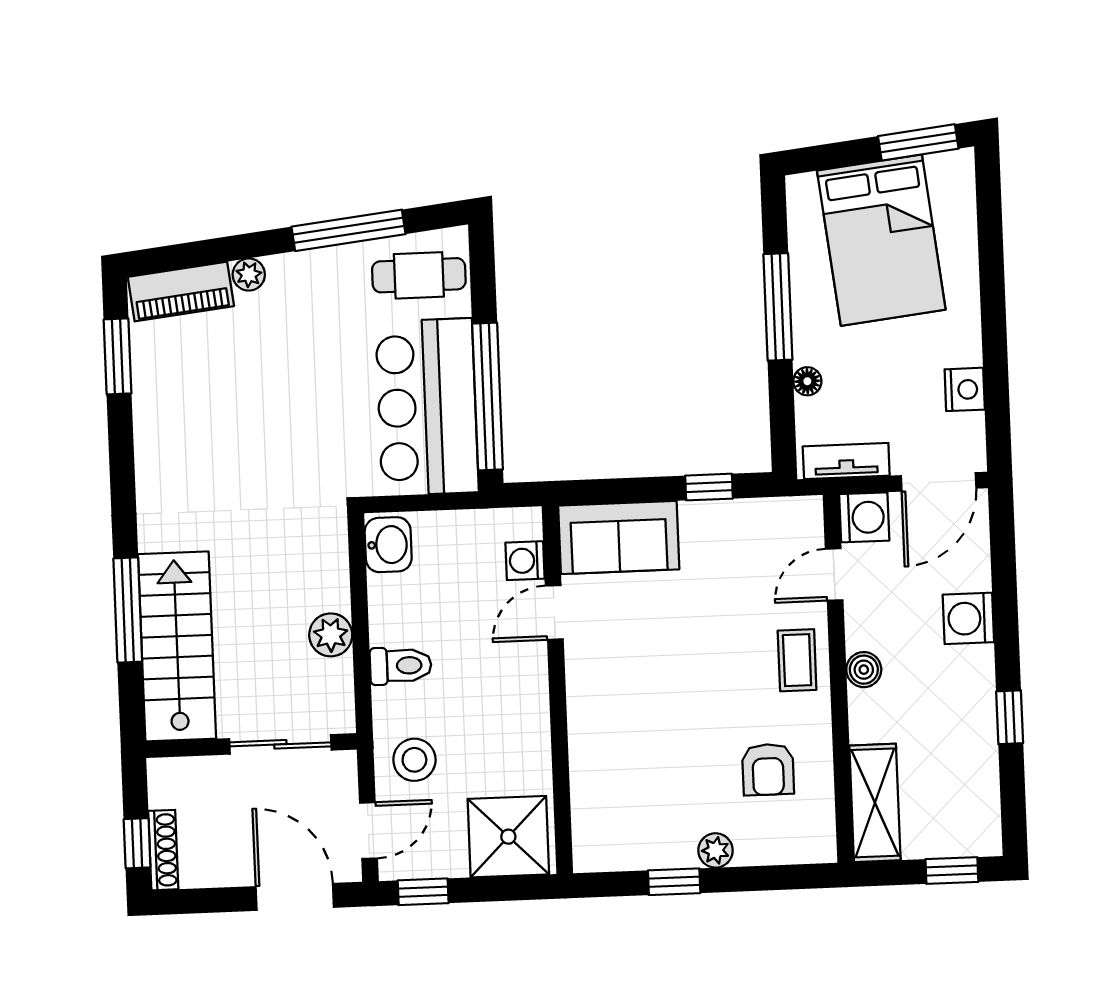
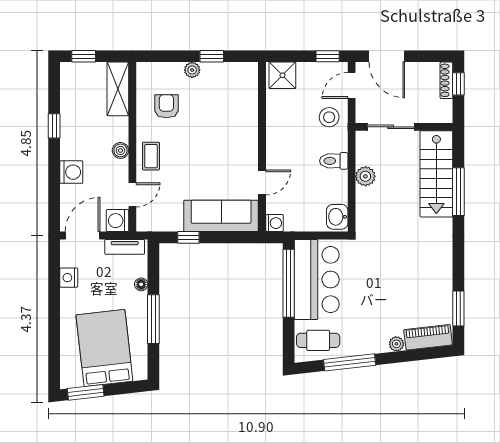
sofa: (619, 537) -> (221, 216), width x1.36
washing machine: (525, 561) -> (274, 223), moved
shower: (508, 837) -> (282, 75), width x0.73, depth x0.73

